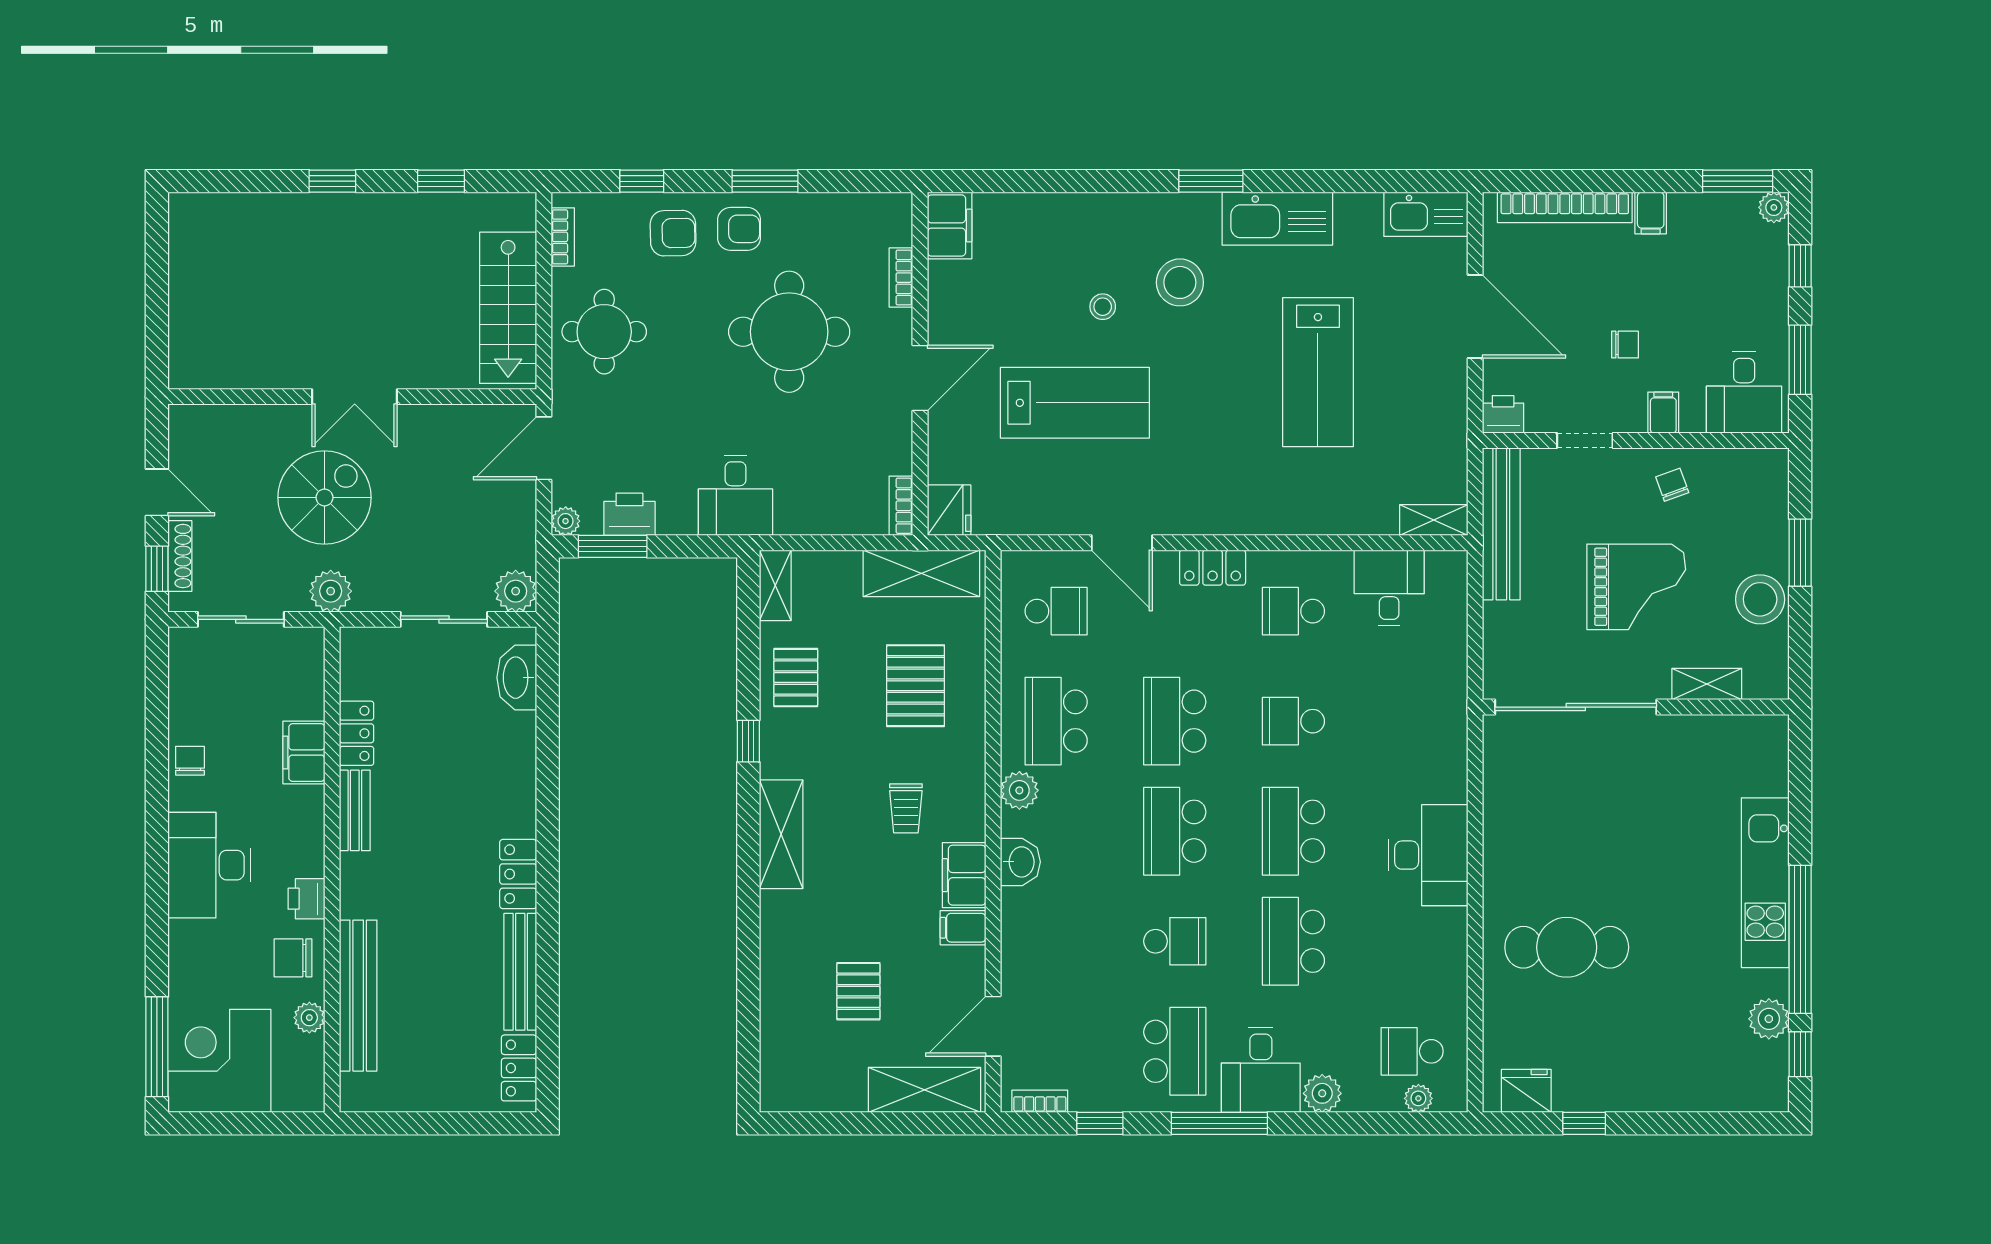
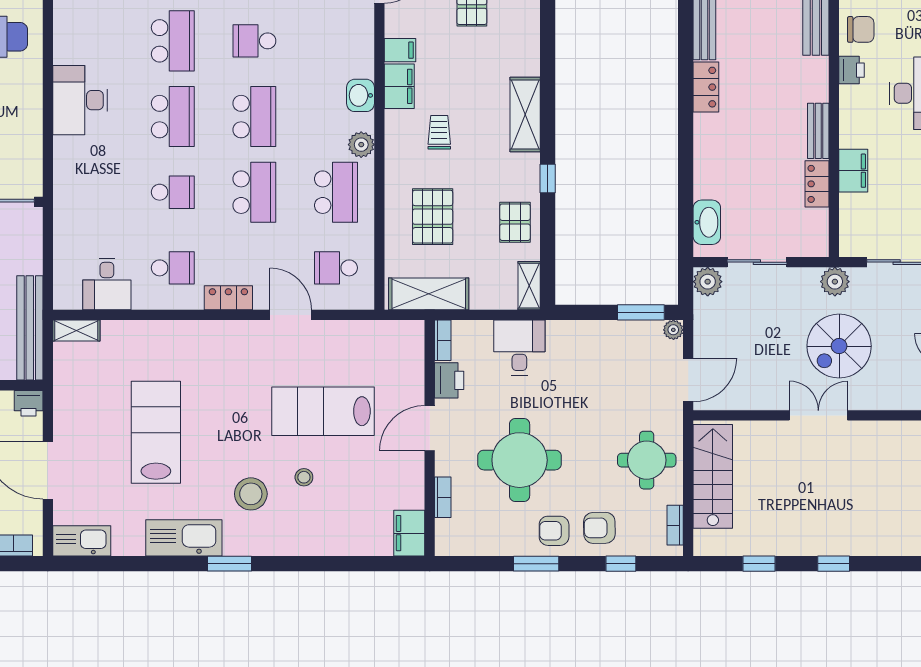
desk: (736, 495) -> (519, 347), moved
fridge: (949, 510) -> (410, 337), removed
printer: (629, 514) -> (449, 380), moved, turned -90

